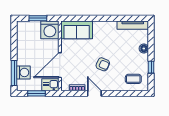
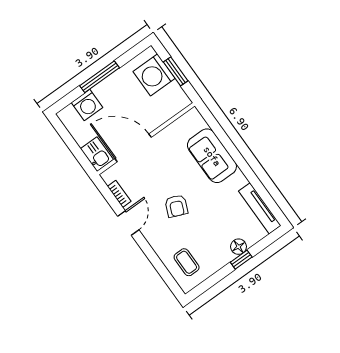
washing machine: (50, 30) -> (154, 75), moved
sofa: (77, 30) -> (212, 156), moved
window: (151, 67) -> (241, 260), moved
window: (14, 73) -> (100, 77), moved
window: (37, 93) -> (71, 144), removed

